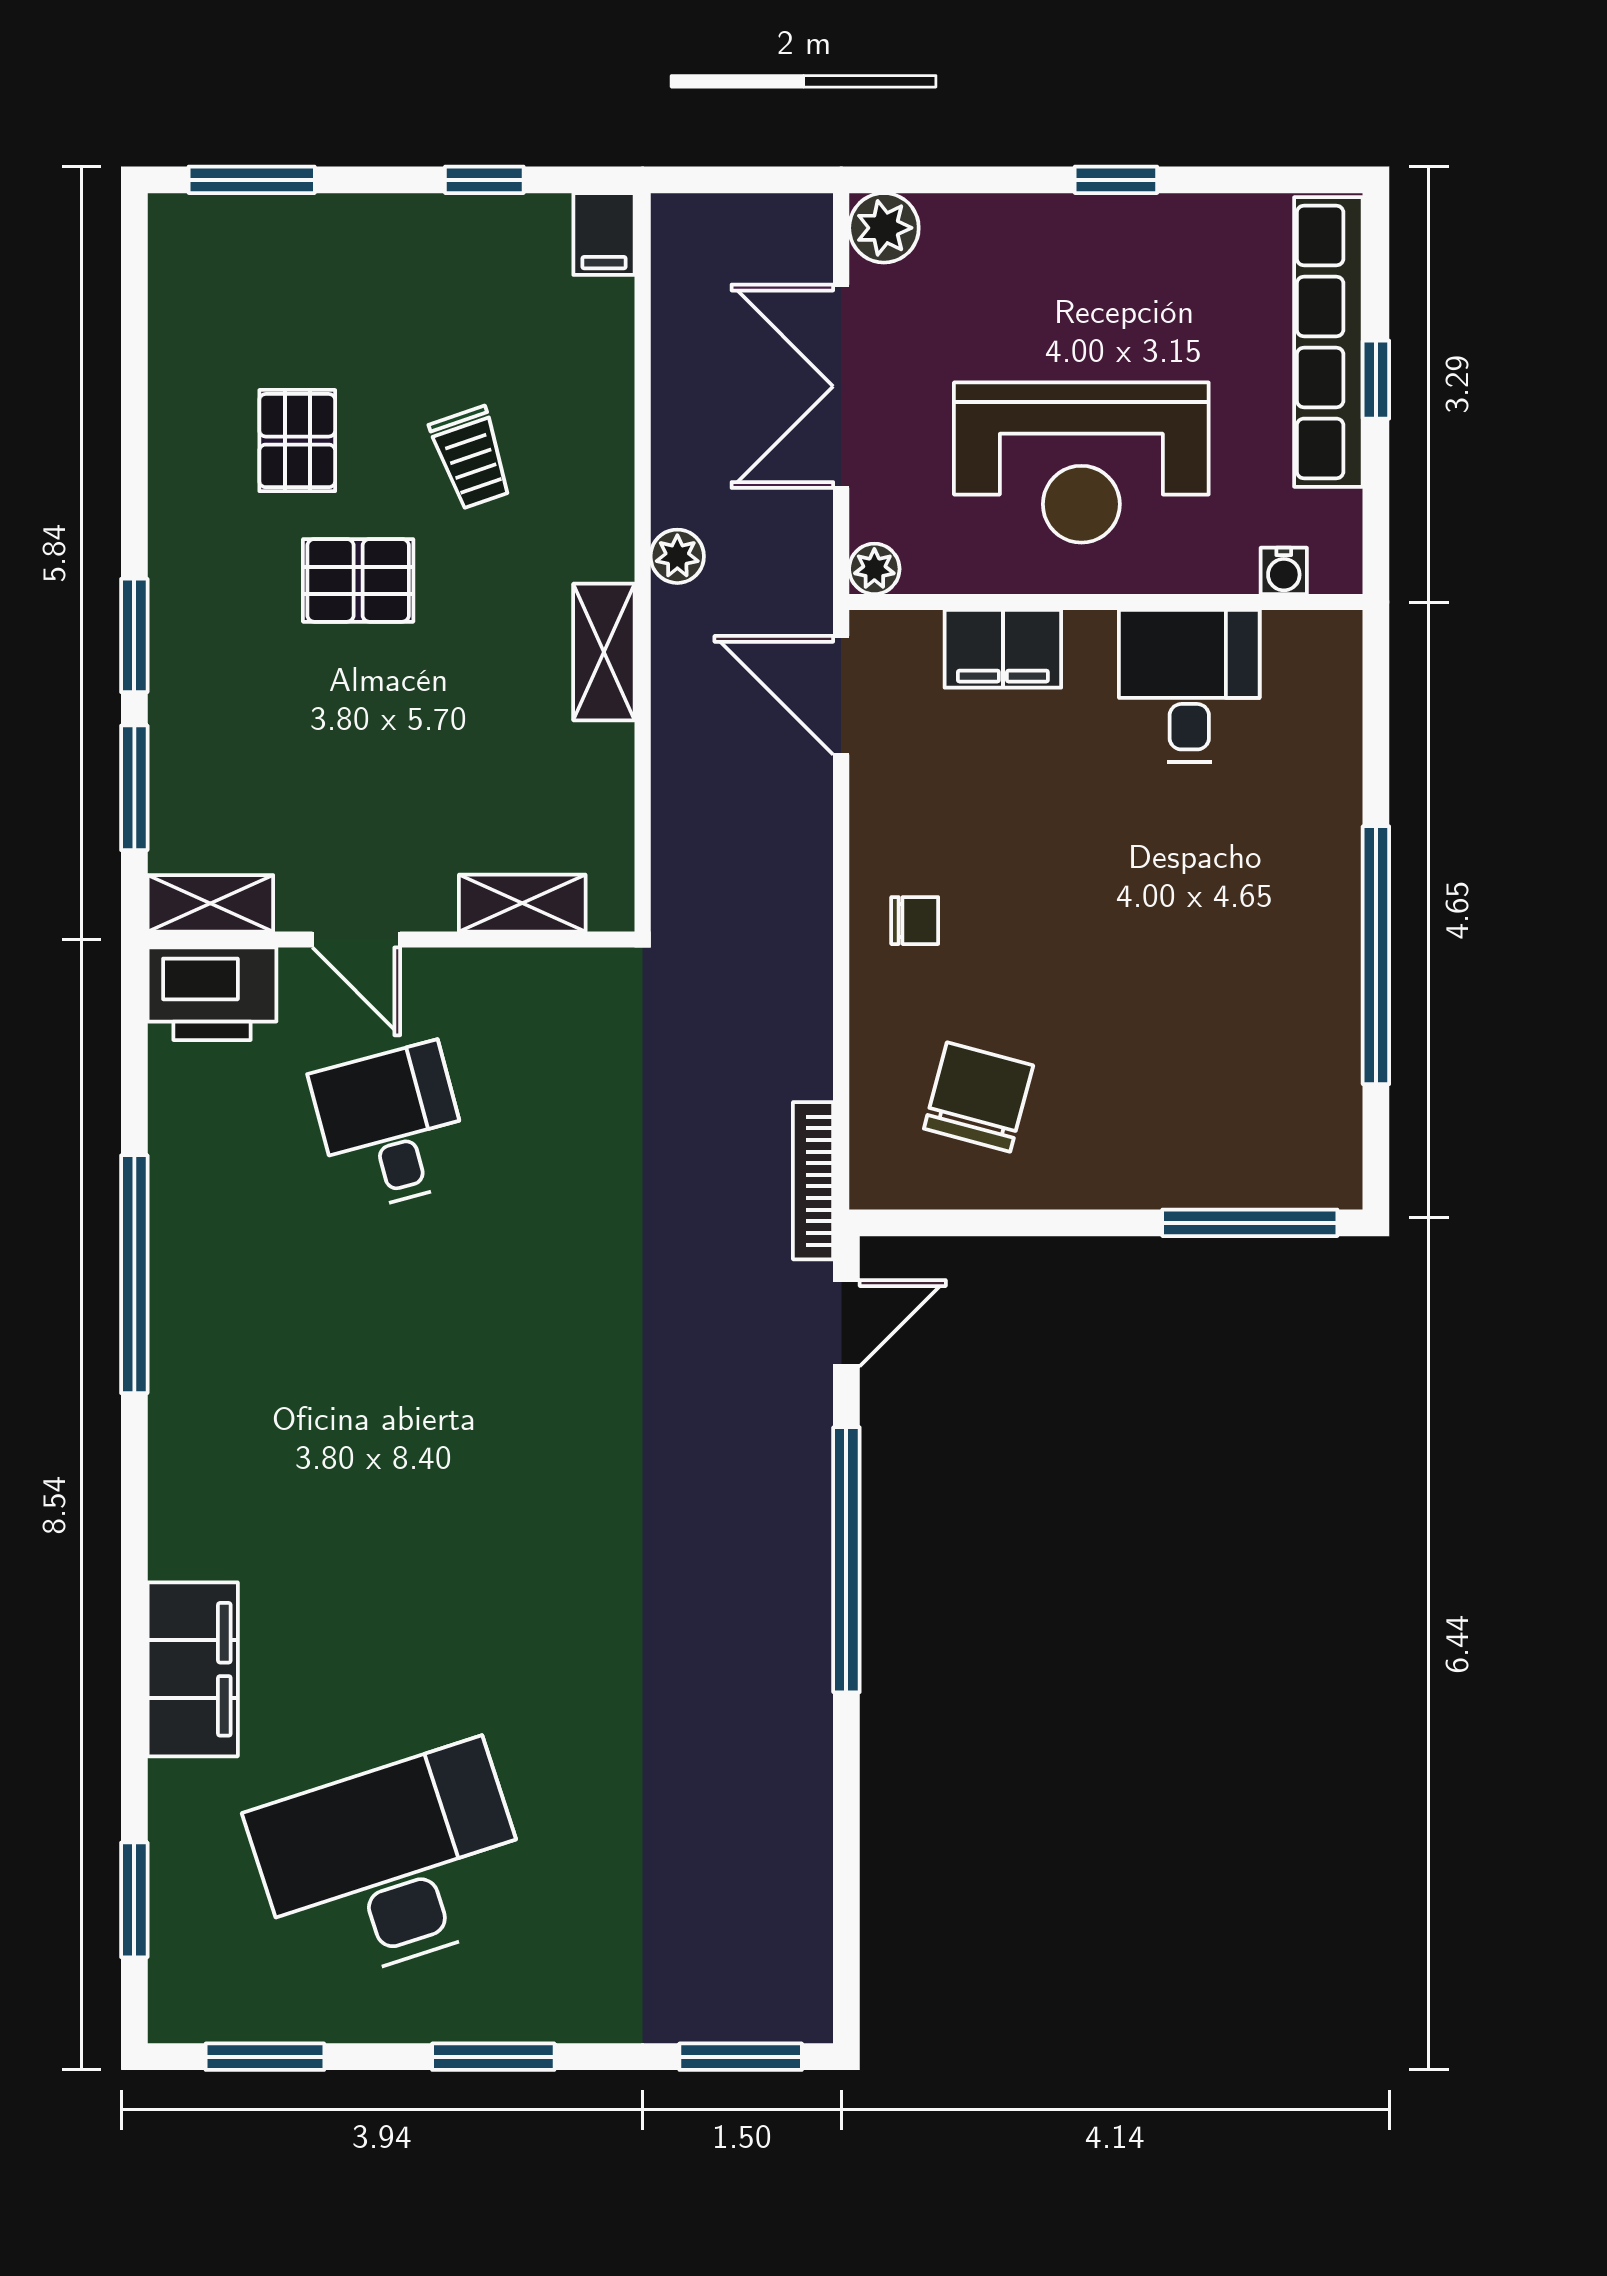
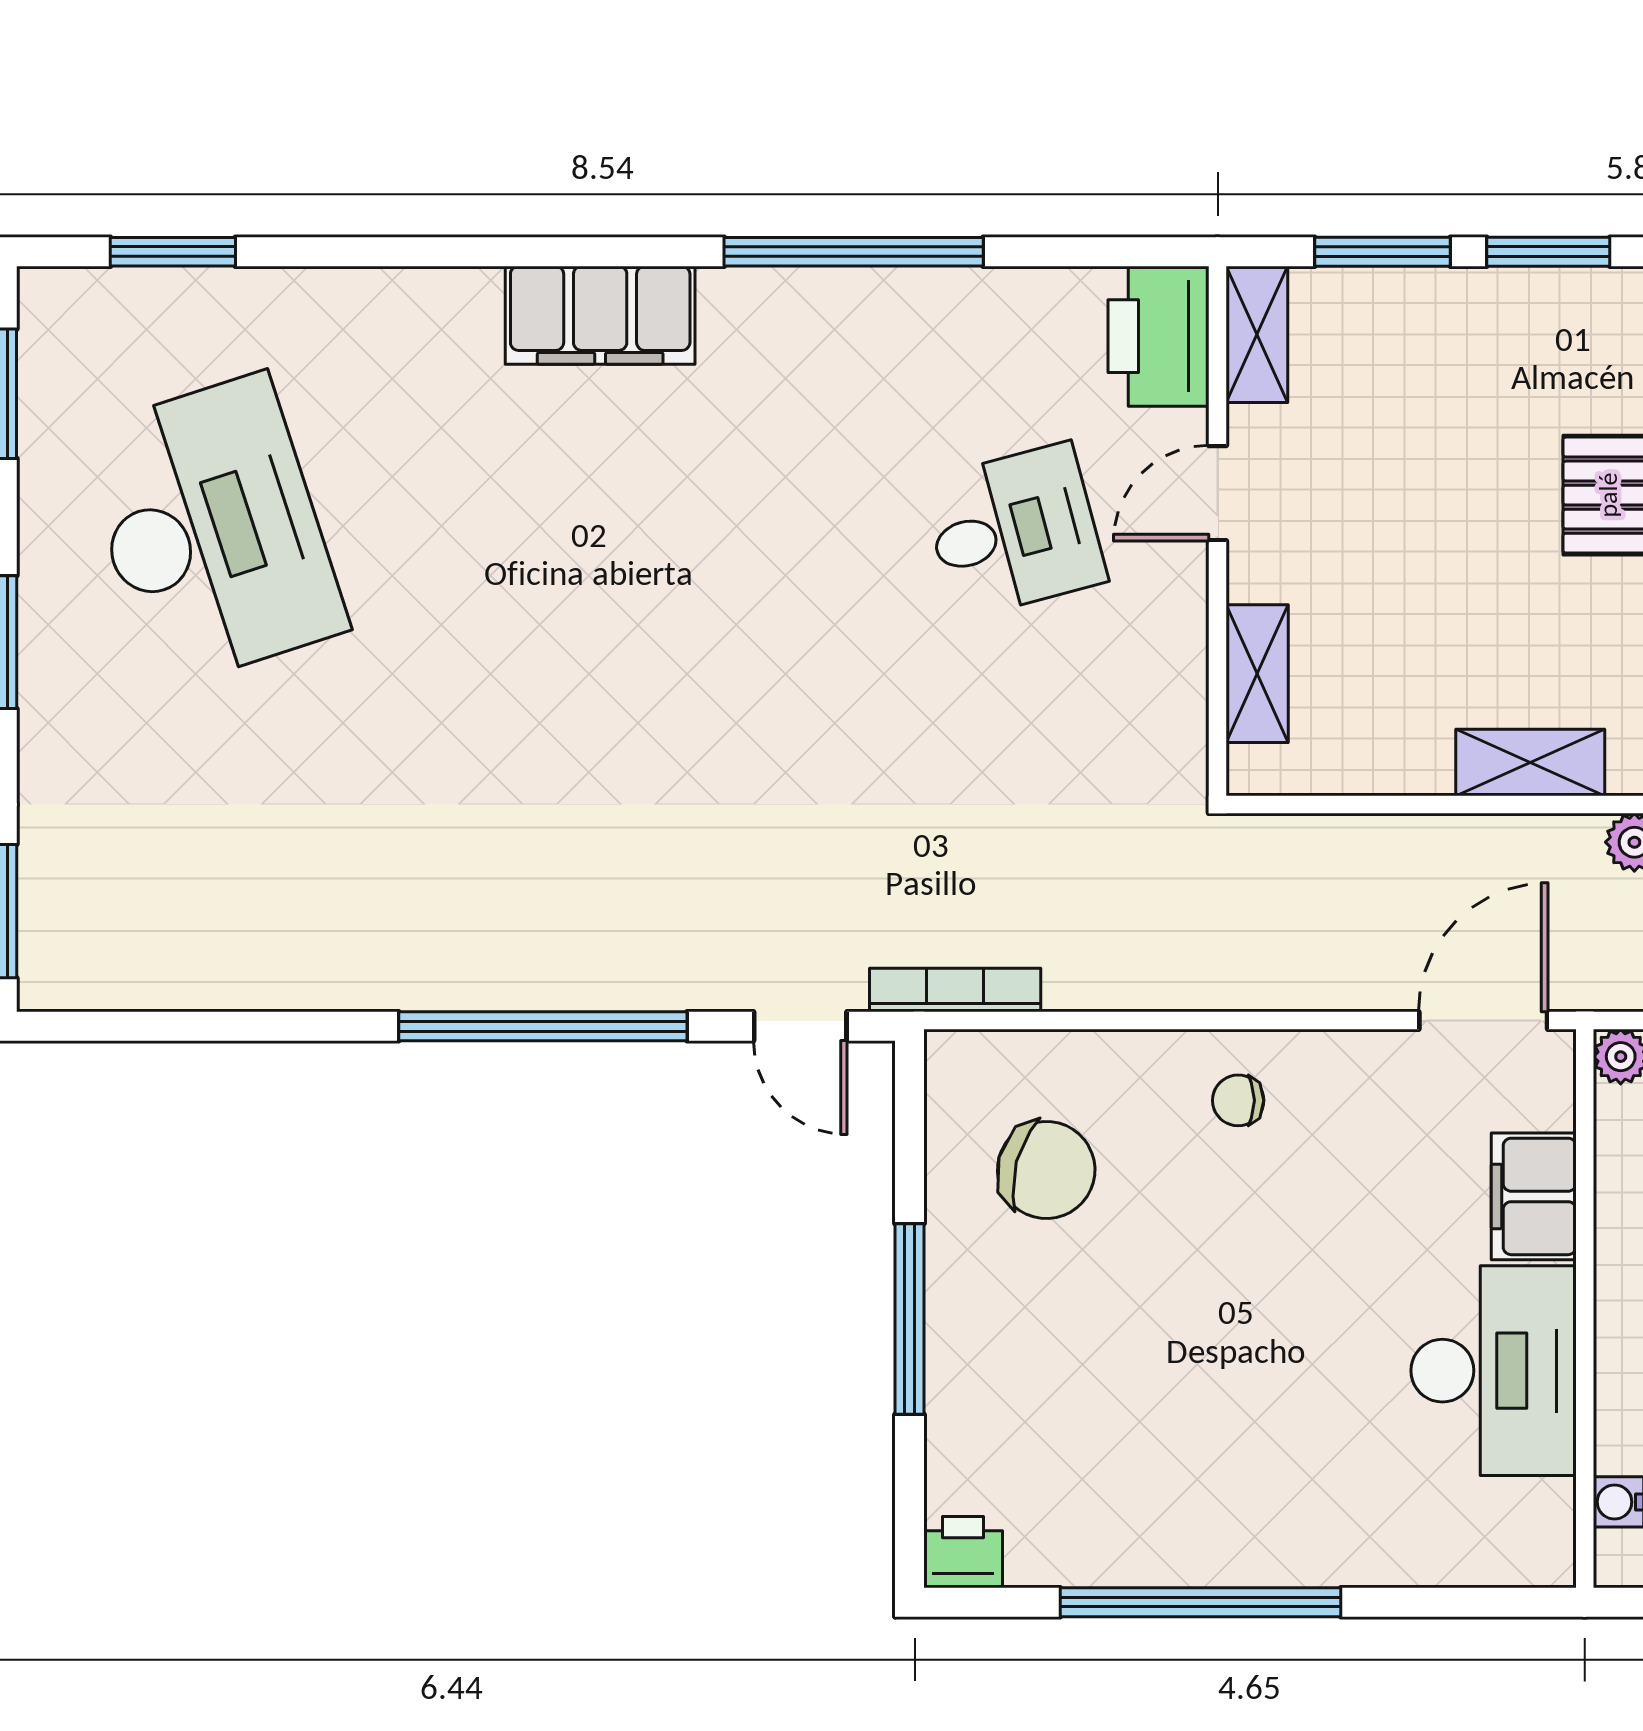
desk: (1189, 686) -> (1494, 1371), width x1.37
chair: (915, 921) -> (1238, 1100), turned 90
printer: (1330, 1173) -> (963, 1552), added
window: (1250, 1223) -> (909, 1319), moved
filing cabinet: (193, 1669) -> (600, 315), moved

